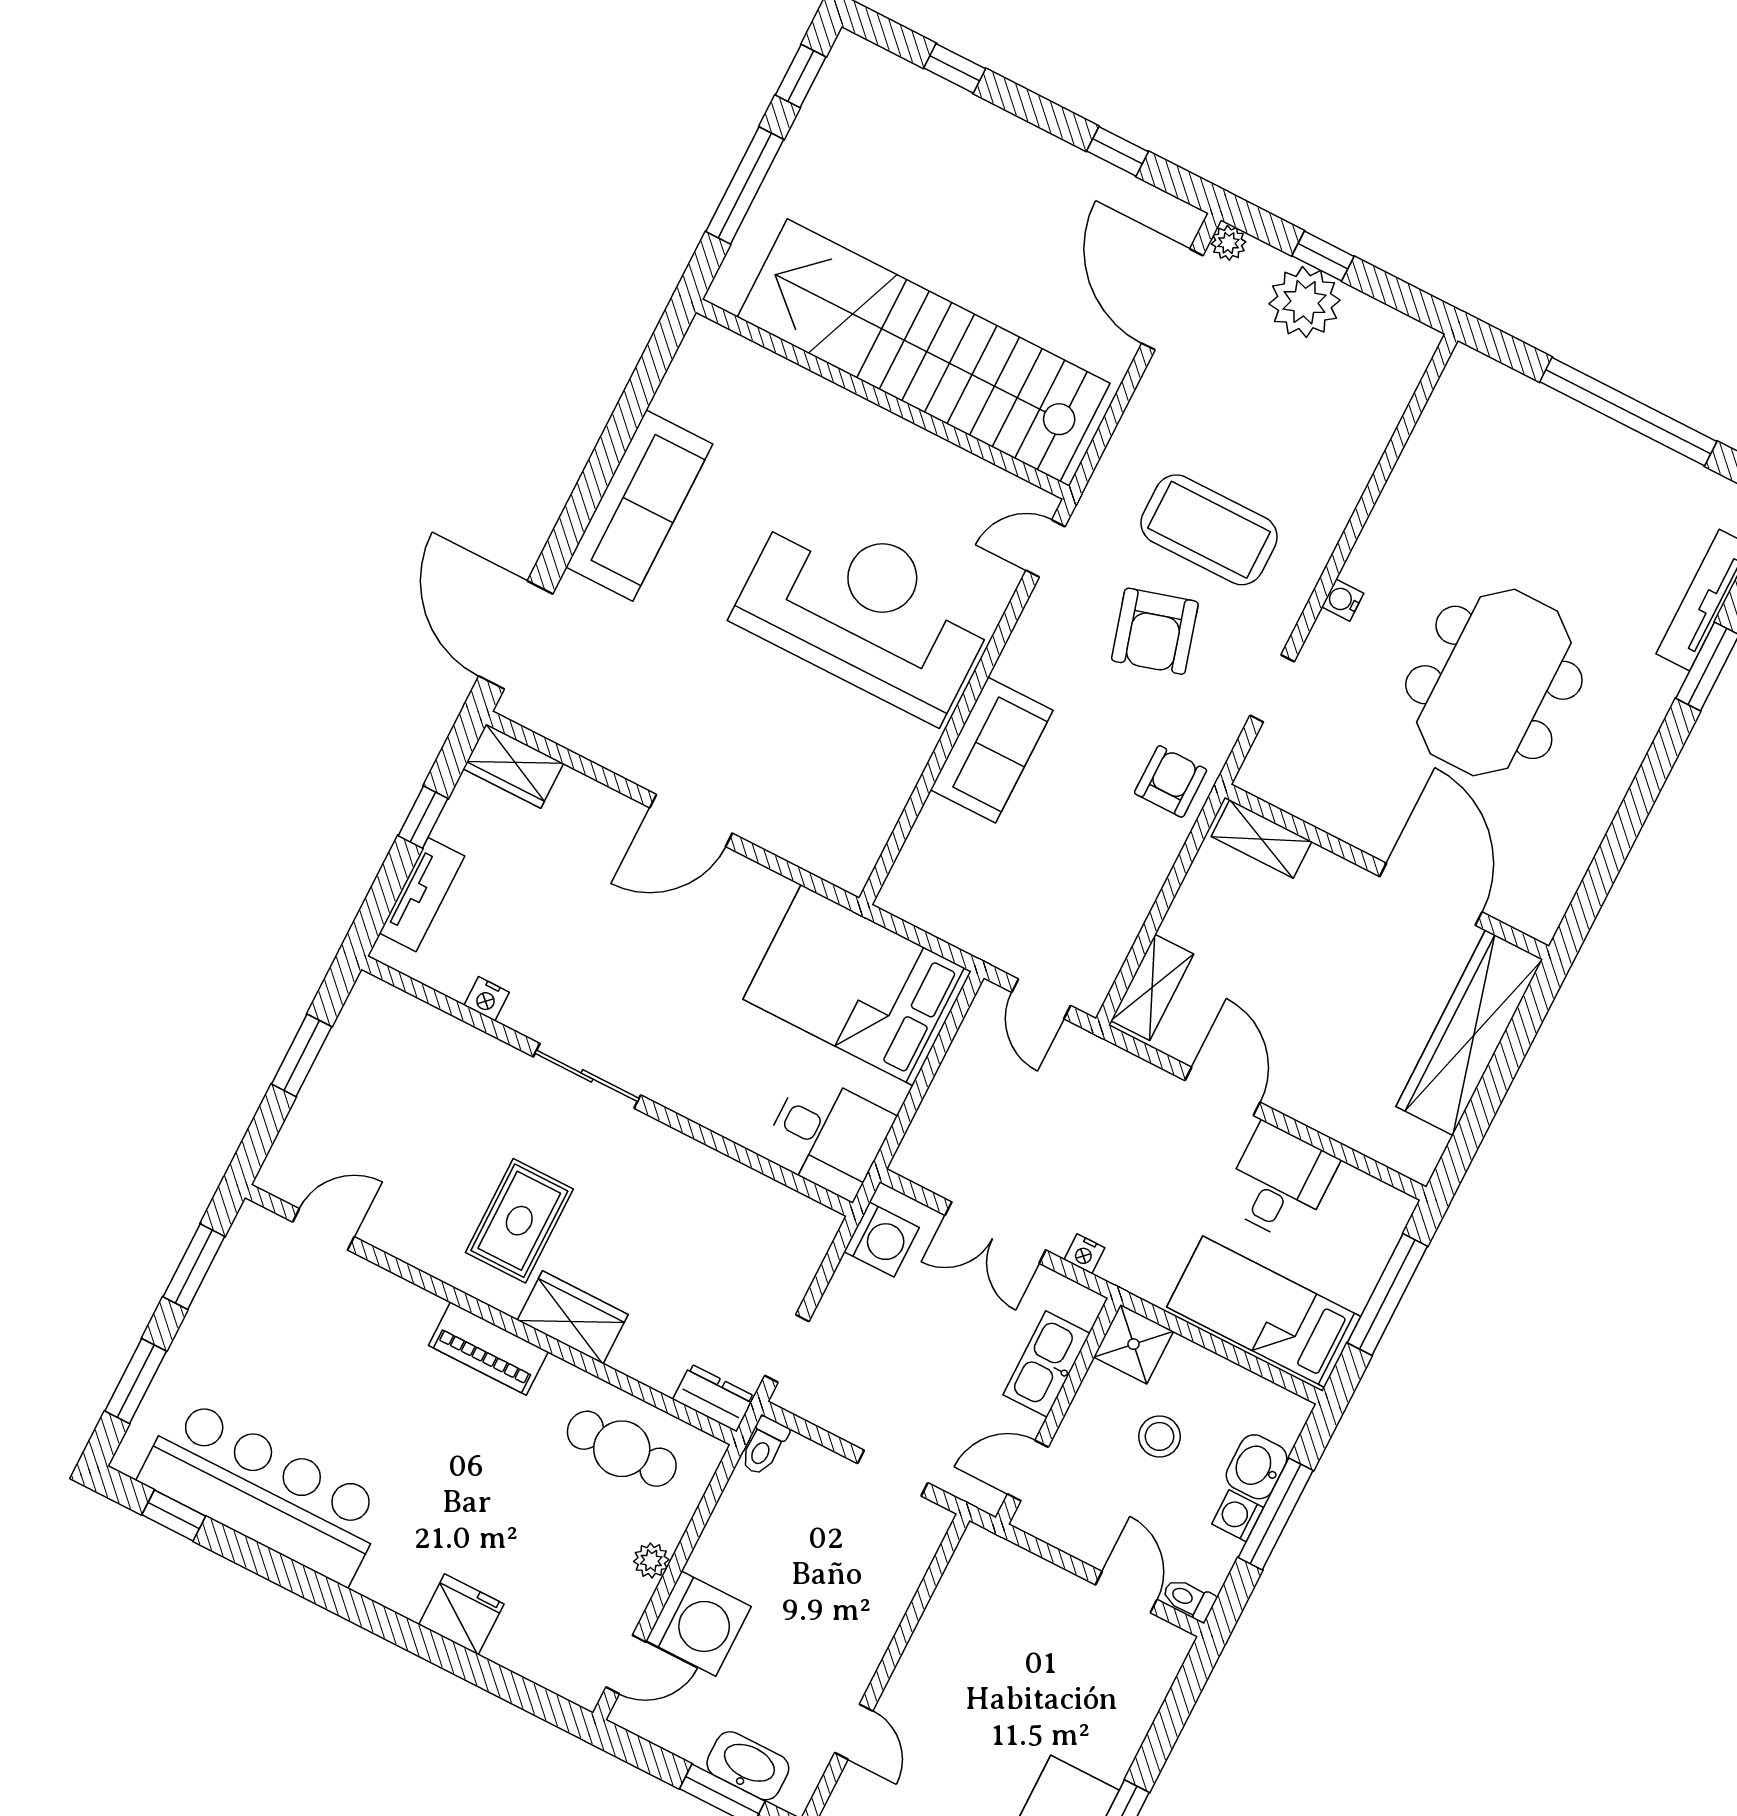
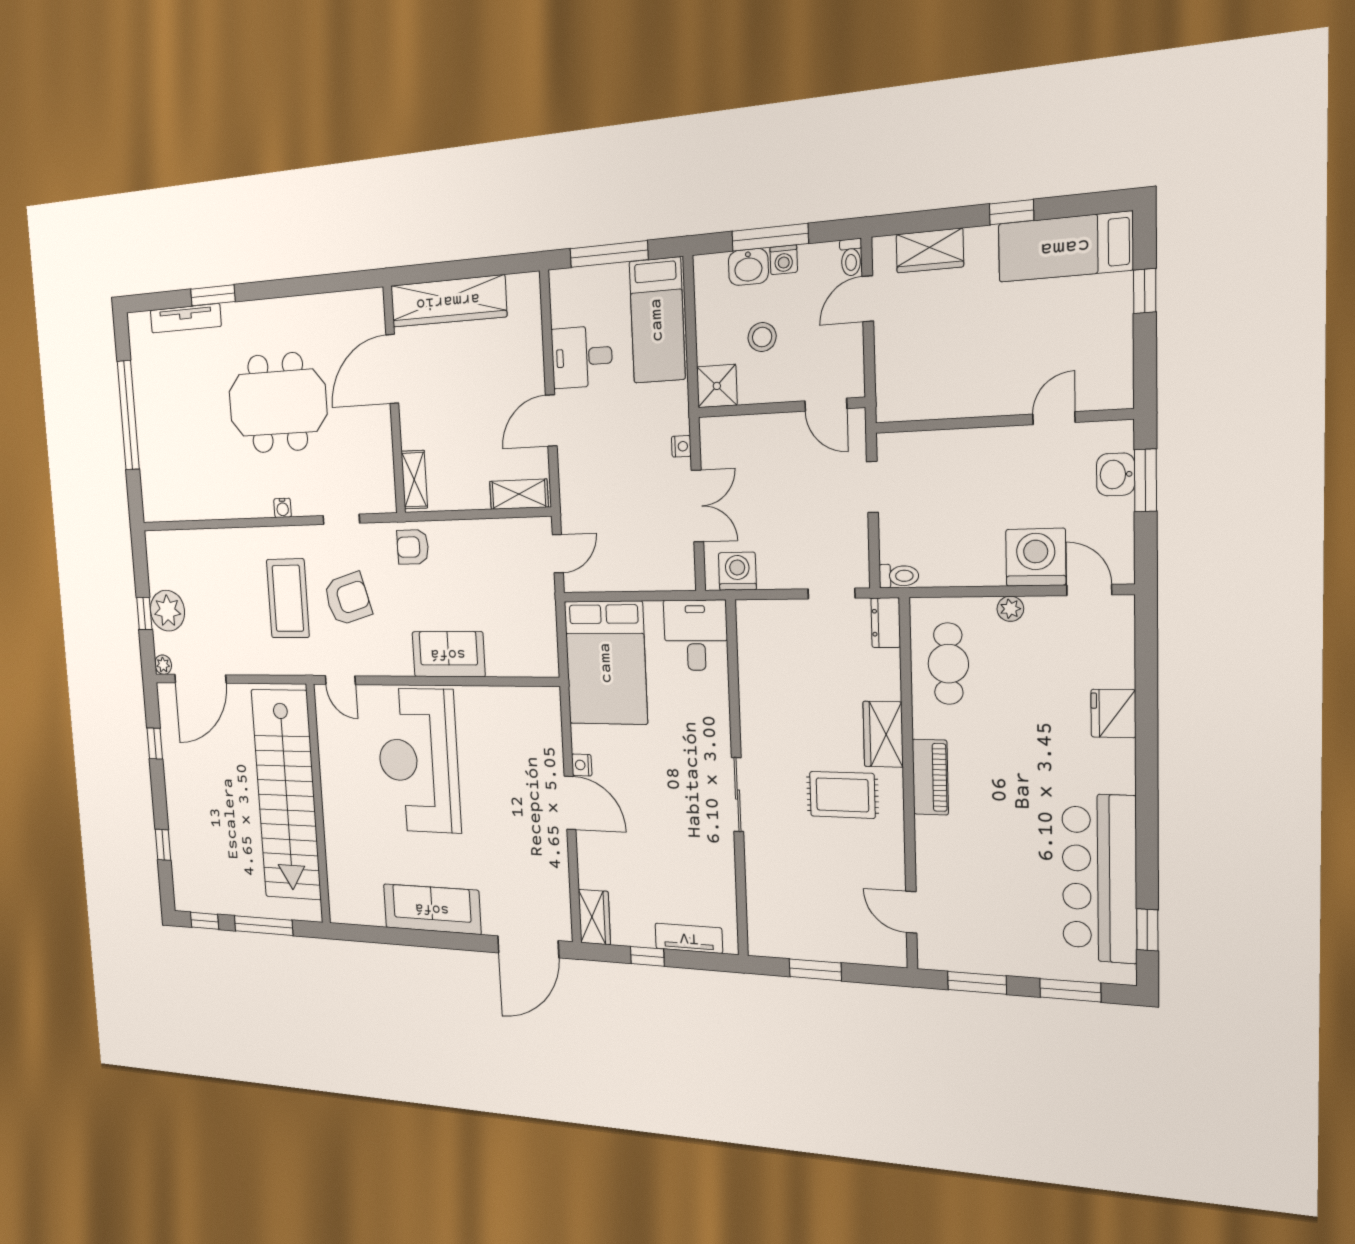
nightstand: (487, 999) -> (582, 765), moved, turned 180
kitchen sink: (1047, 1364) -> (756, 431), removed
wardrobe: (1138, 1696) -> (930, 251), added
washbasin: (748, 1766) -> (1116, 474), width x0.72

